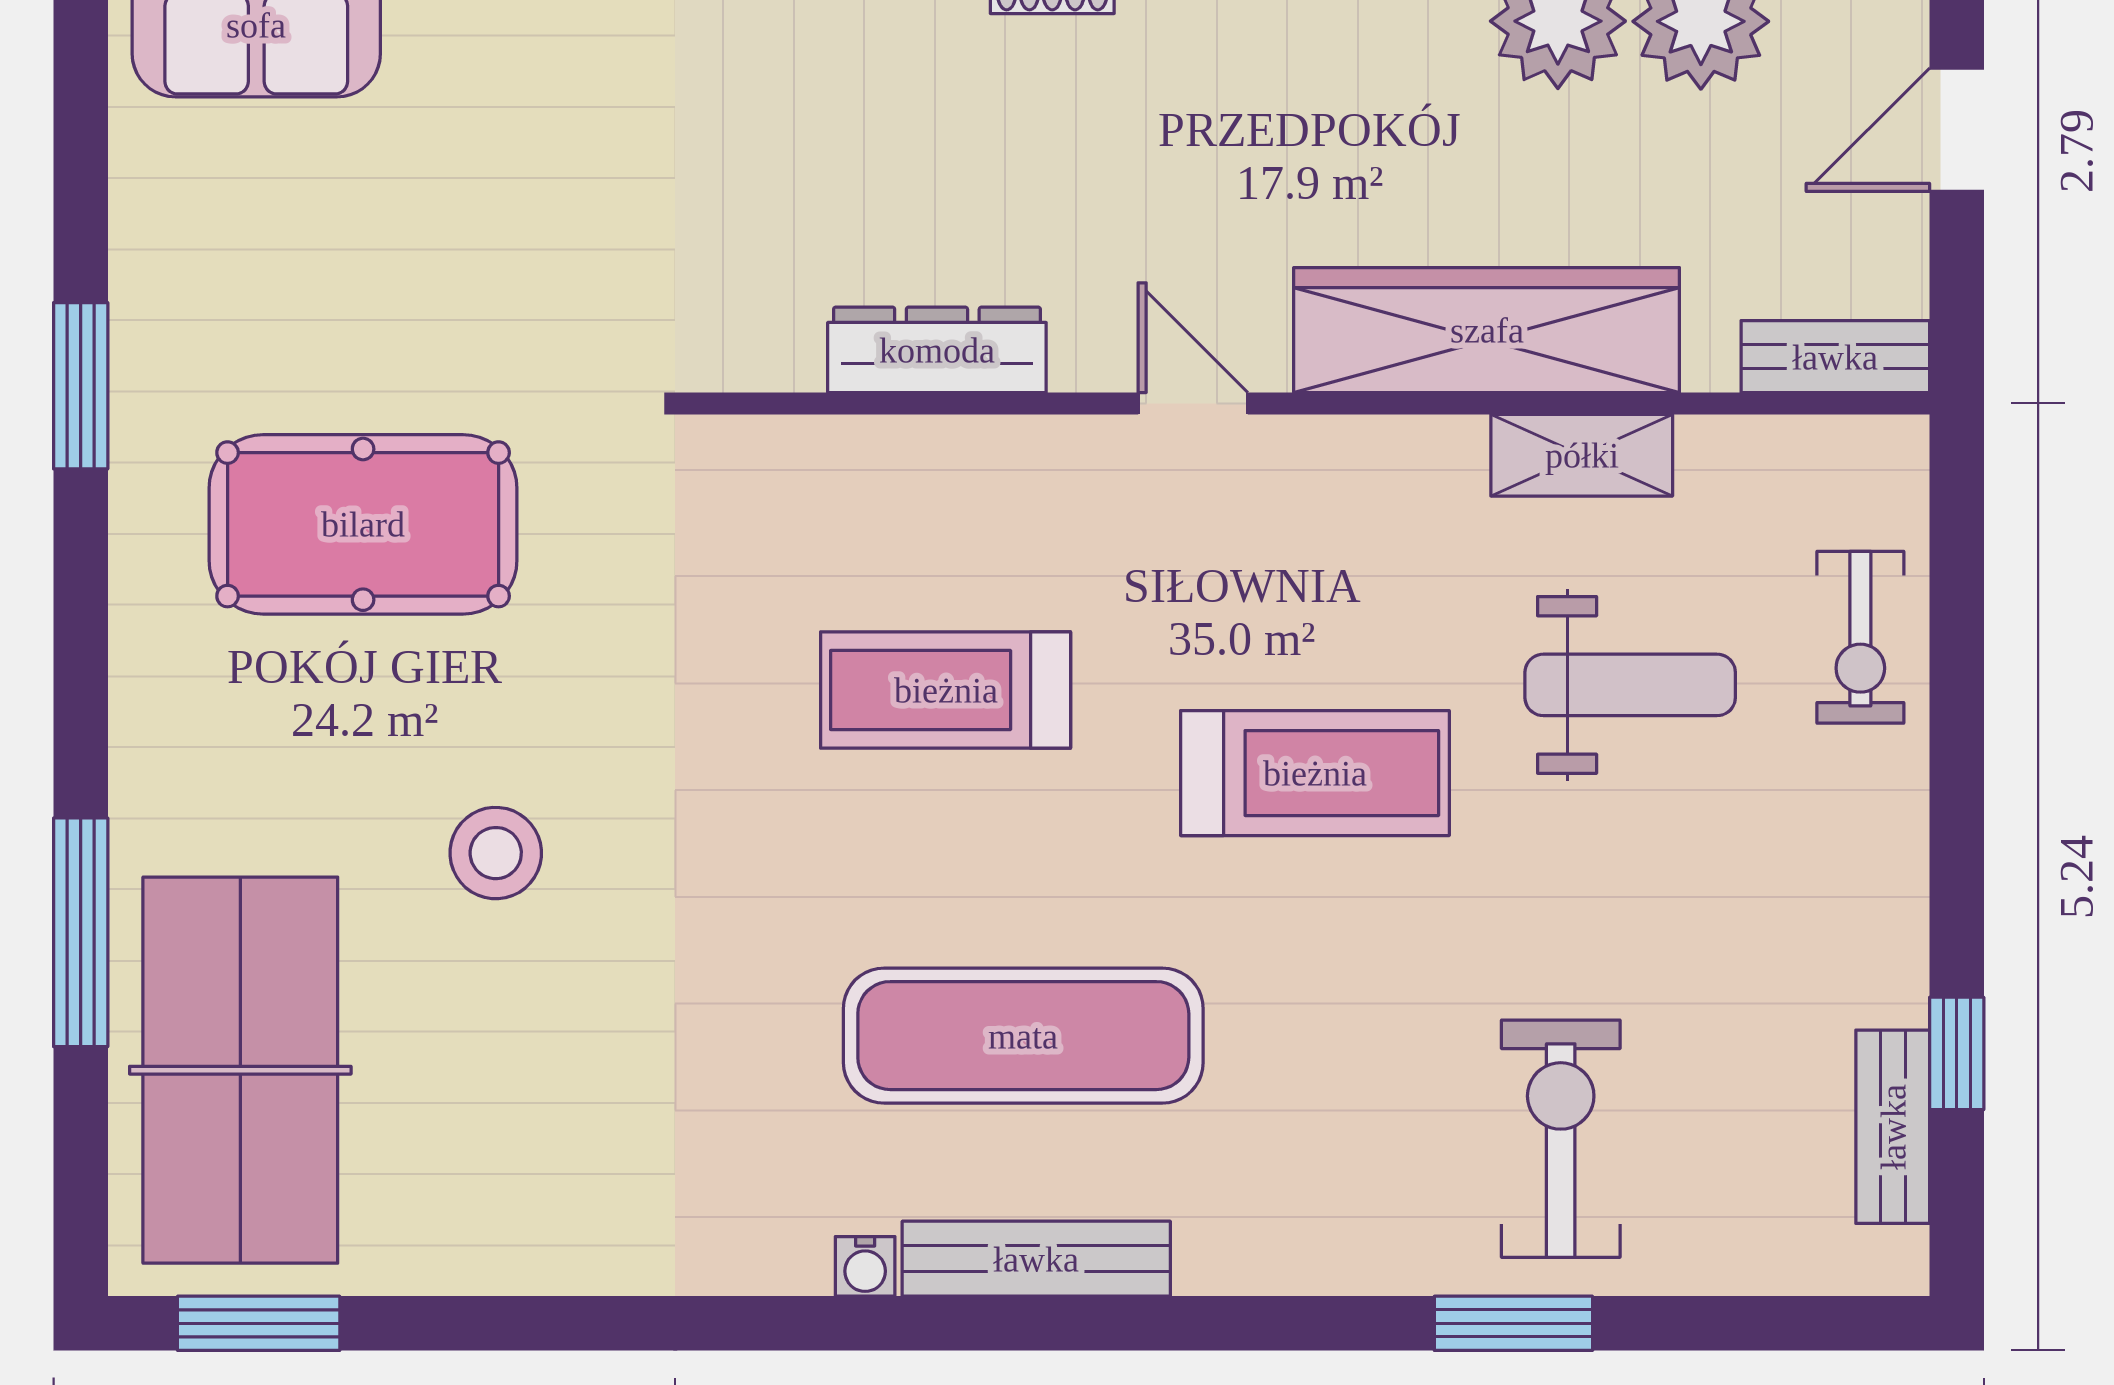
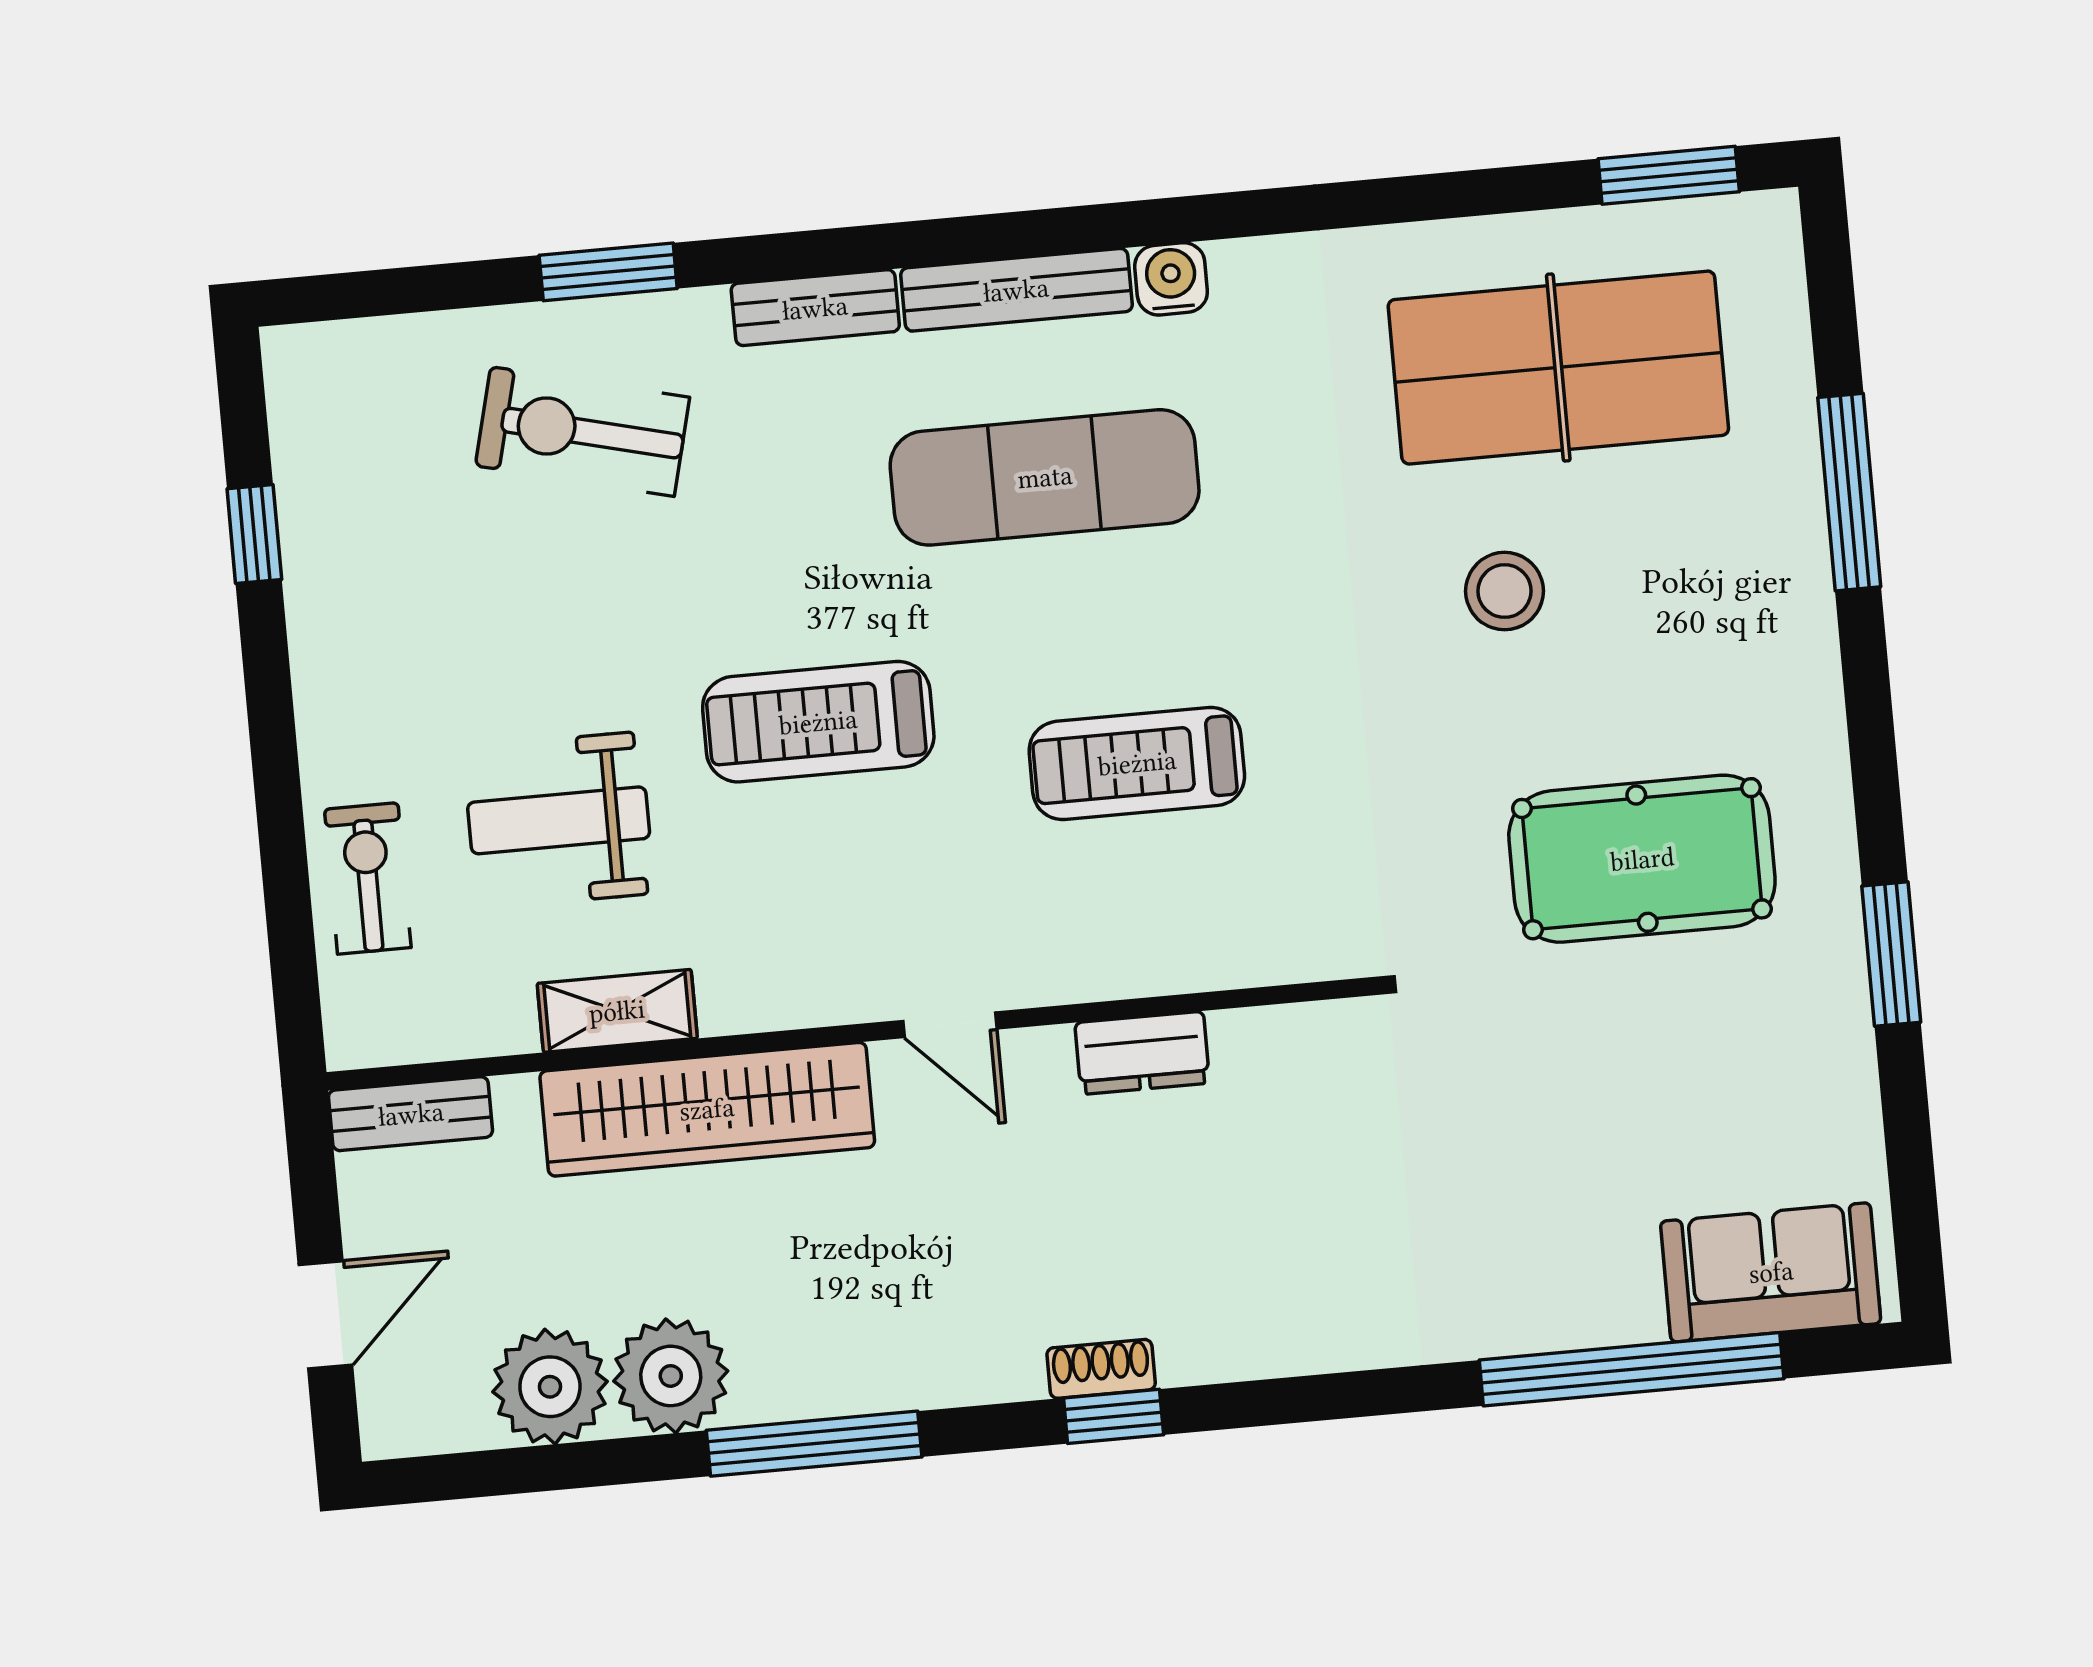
dresser: (937, 350) -> (1142, 1053), width x0.70
treadmill: (946, 690) -> (1137, 763), turned 180
table tennis table: (240, 1070) -> (1558, 368), moved, turned 90
bench: (1893, 1127) -> (815, 308), moved, turned 90
exercise bike: (1561, 1139) -> (582, 432), turned 104
water cooler: (865, 1266) -> (1171, 279), width x1.38, depth x1.38

